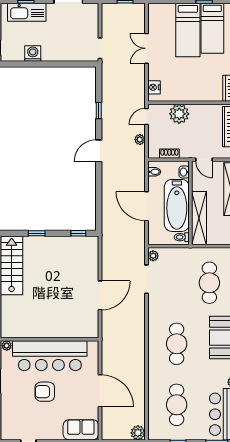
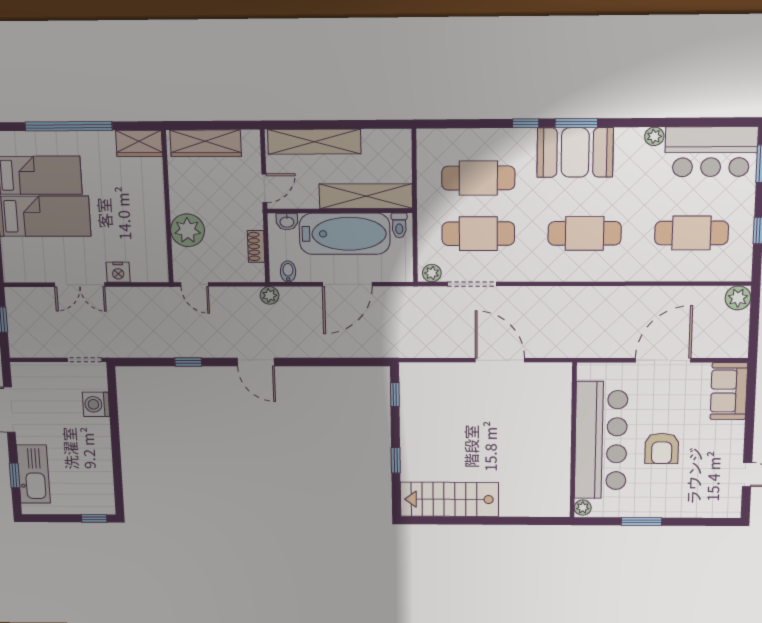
washing machine: (33, 54) -> (96, 404), moved
nightstand: (154, 87) -> (118, 272), moved
plant: (140, 140) -> (270, 295), moved
cafe table: (177, 283) -> (478, 234), added

